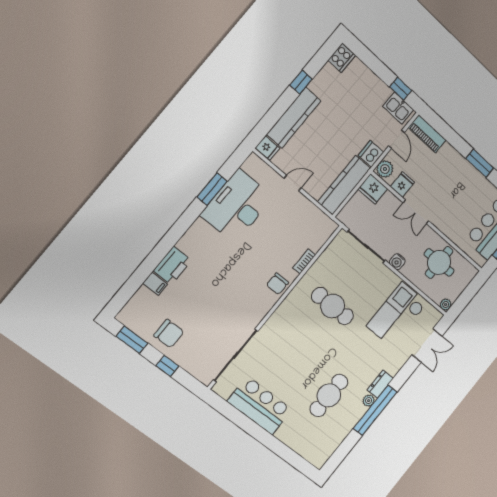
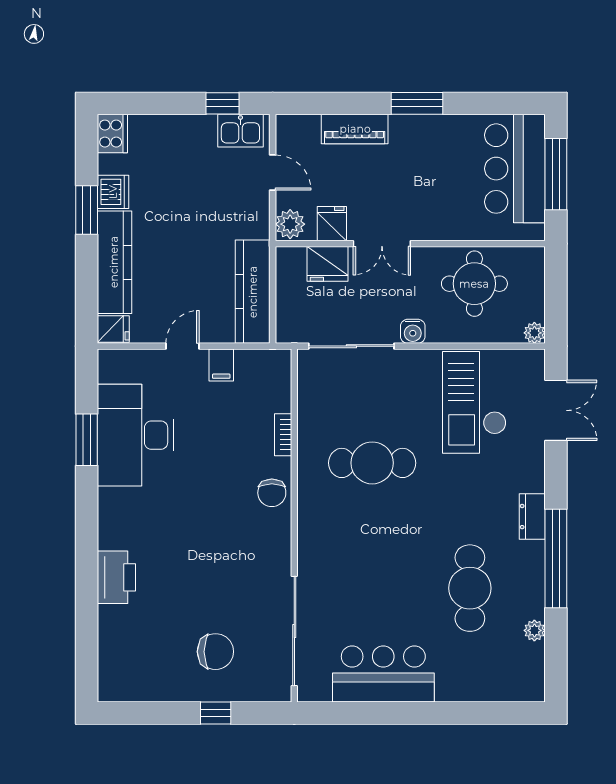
window: (301, 82) -> (87, 210), width x1.50
piano: (427, 134) -> (355, 129), moved
dishwasher: (371, 154) -> (113, 192), moved, turned 180
fridge: (373, 189) -> (328, 264), moved
filing cabinet: (155, 284) -> (221, 365), moved, turned 90
chair: (169, 334) -> (215, 652), moved
window: (132, 340) -> (143, 713), removed
plant: (369, 401) -> (534, 630), moved

